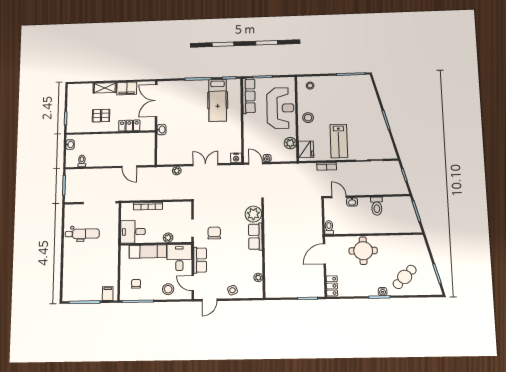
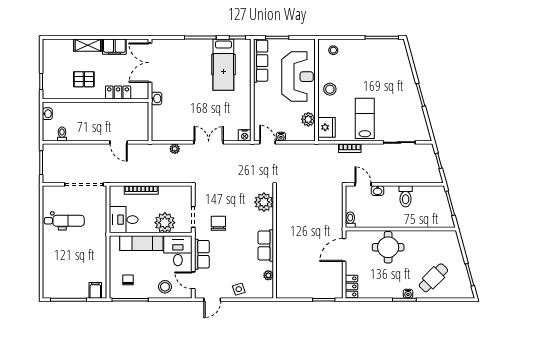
lab bench: (339, 141) -> (365, 118), turned 180
row of seats: (255, 237) -> (266, 245), moved
plant: (168, 238) -> (165, 223), width x1.88, depth x1.88

